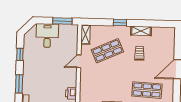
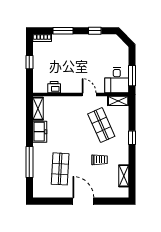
shelving: (141, 31) -> (124, 176), moved
desk: (47, 36) -> (117, 80), moved, turned 90

